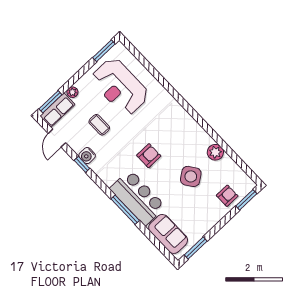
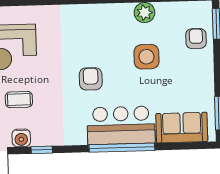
water cooler: (87, 156) -> (21, 138), moved
side table: (191, 176) -> (146, 57), turned 35
window: (125, 210) -> (122, 148), width x1.46

